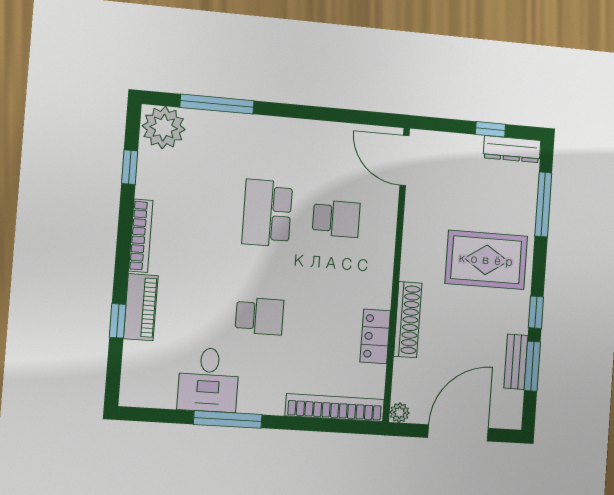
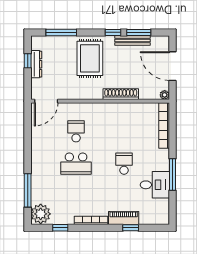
dresser: (512, 149) -> (36, 64), moved
locker: (375, 336) -> (130, 109), removed
bench: (516, 362) -> (132, 41), width x1.36

